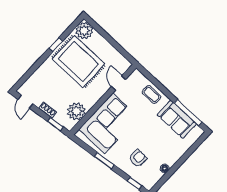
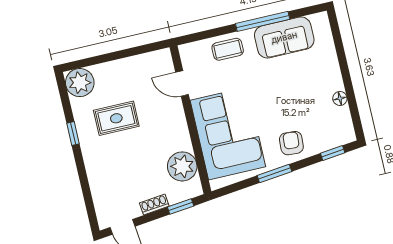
rug: (78, 61) -> (116, 118), width x0.54, depth x0.49
window: (188, 113) -> (263, 21), moved
armchair: (138, 158) -> (291, 143), moved

